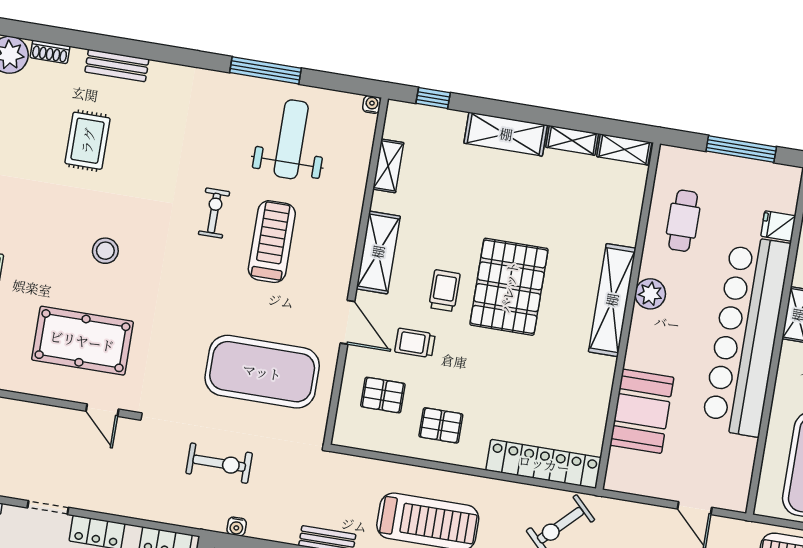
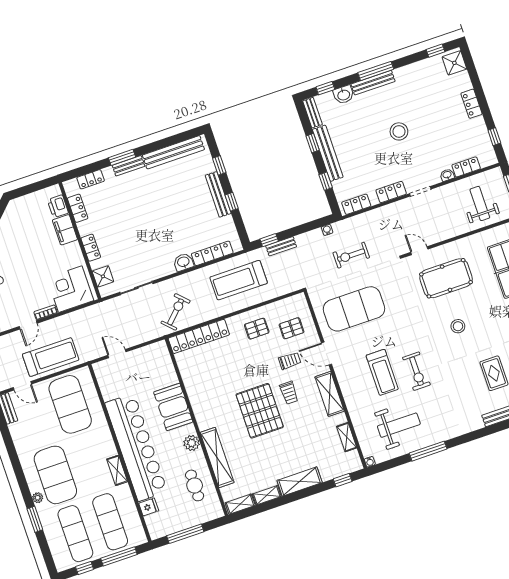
weight bench: (291, 139) -> (399, 425), turned -90
exercise bike: (214, 213) -> (416, 371), width x1.38, depth x1.39
shelving: (612, 300) -> (217, 458), moved
booth: (642, 411) -> (173, 407), moved

